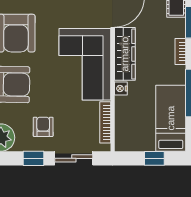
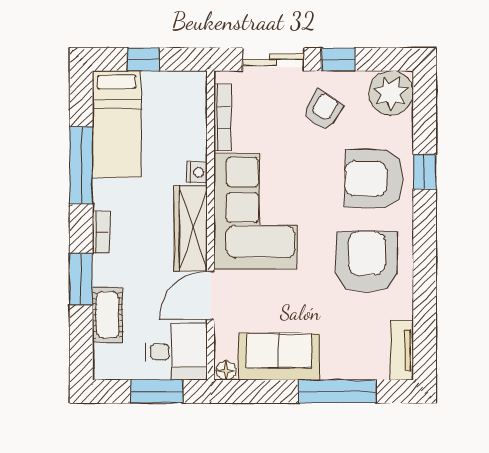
armchair: (43, 127) -> (323, 110), turned -148

